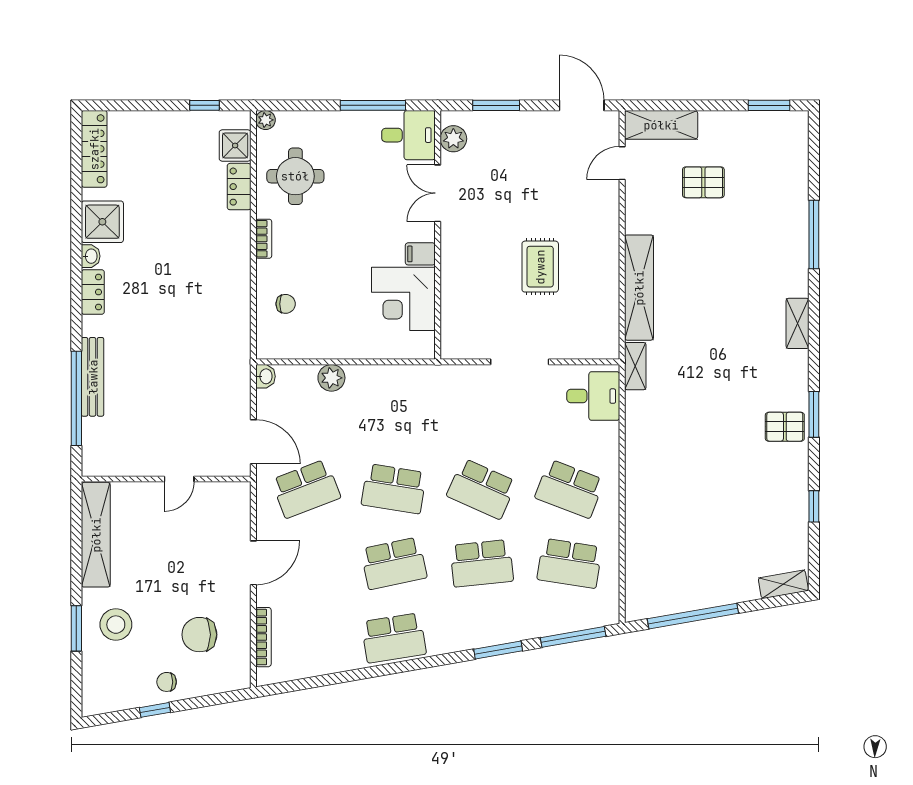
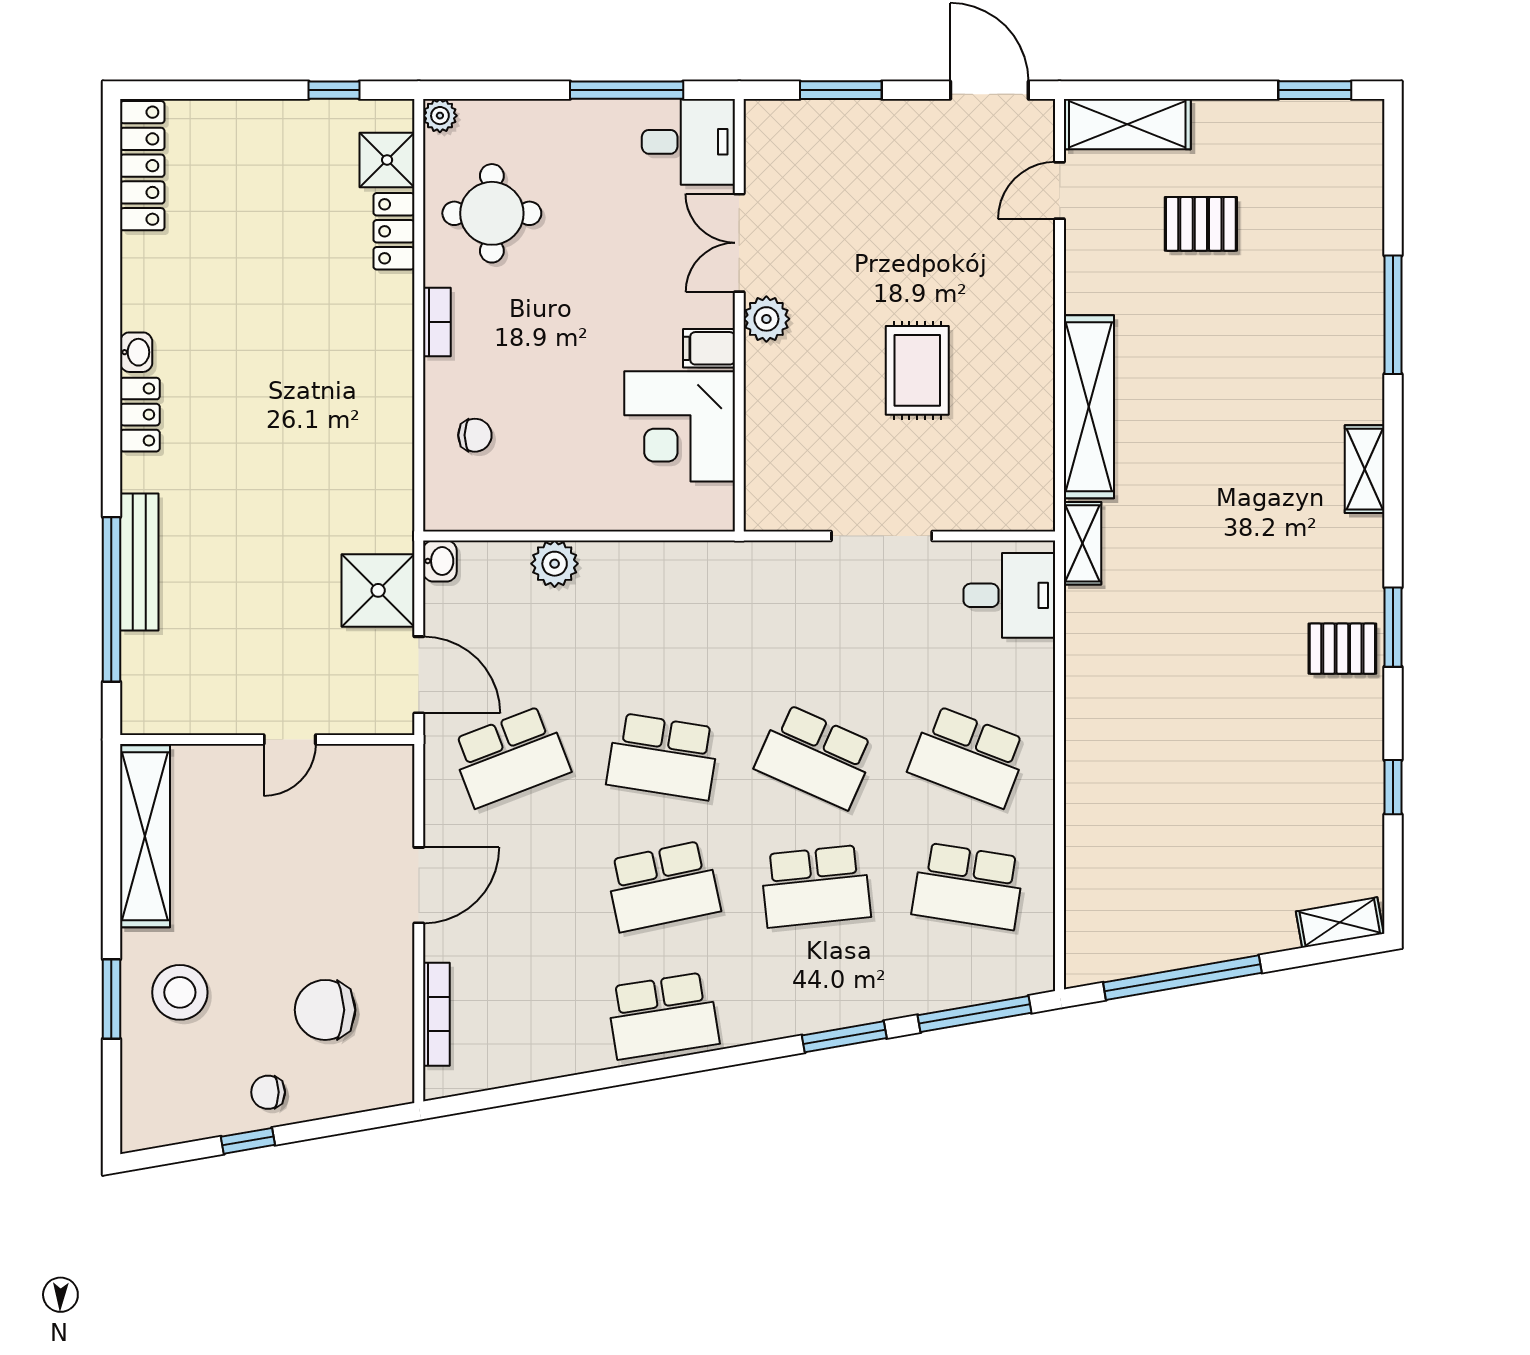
plant: (453, 139) -> (766, 319), moved
shower: (102, 222) -> (378, 590), moved

